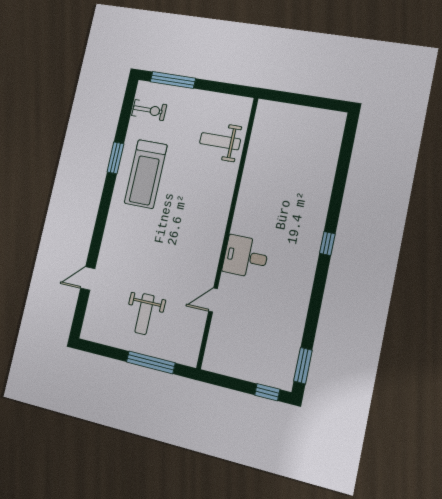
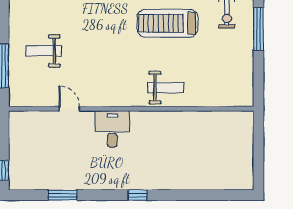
weight bench: (220, 141) -> (166, 88), moved, turned 90
window: (303, 366) -> (63, 195), moved

